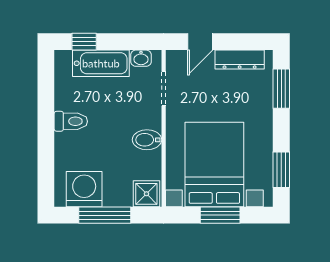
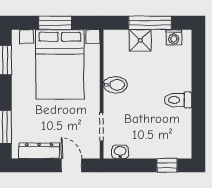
door: (200, 42) -> (71, 165), hinge flipped
bathtub: (101, 63) -> (153, 148), removed
washing machine: (84, 189) -> (174, 37), width x0.53, depth x0.53
shower: (146, 194) -> (140, 40), moved

